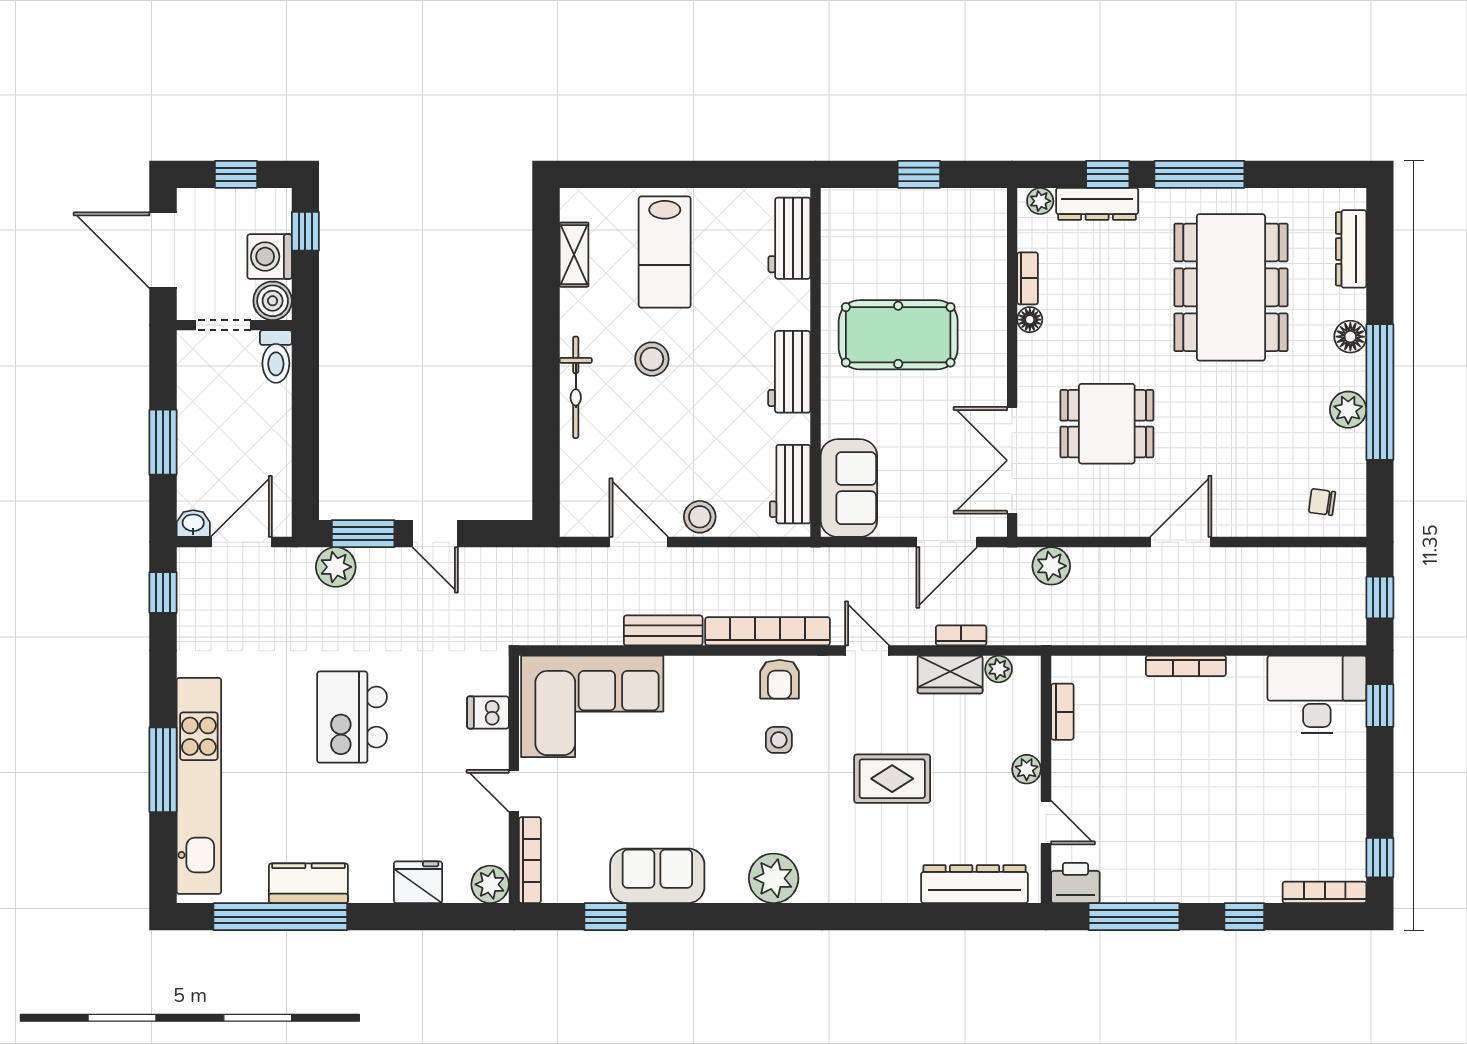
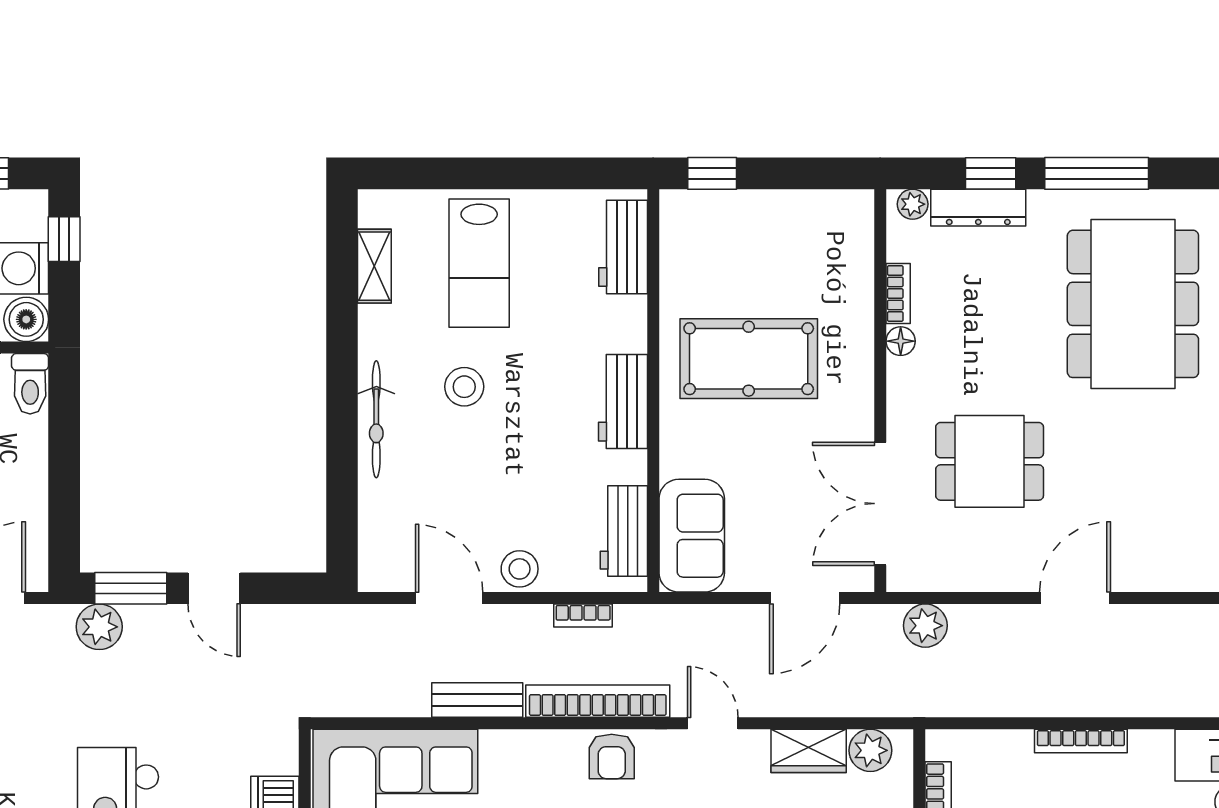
window: (919, 174) -> (712, 173), moved
bookcase: (961, 635) -> (583, 616), moved, turned 180
plant: (999, 669) -> (870, 750), width x1.38, depth x1.38

